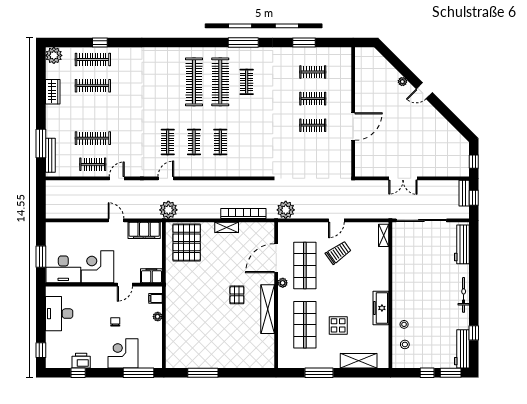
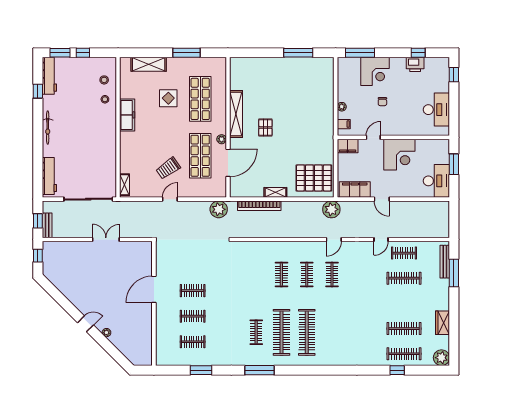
pallet: (187, 242) -> (314, 178), turned 90
desk: (63, 269) -> (436, 181), moved, turned 90

